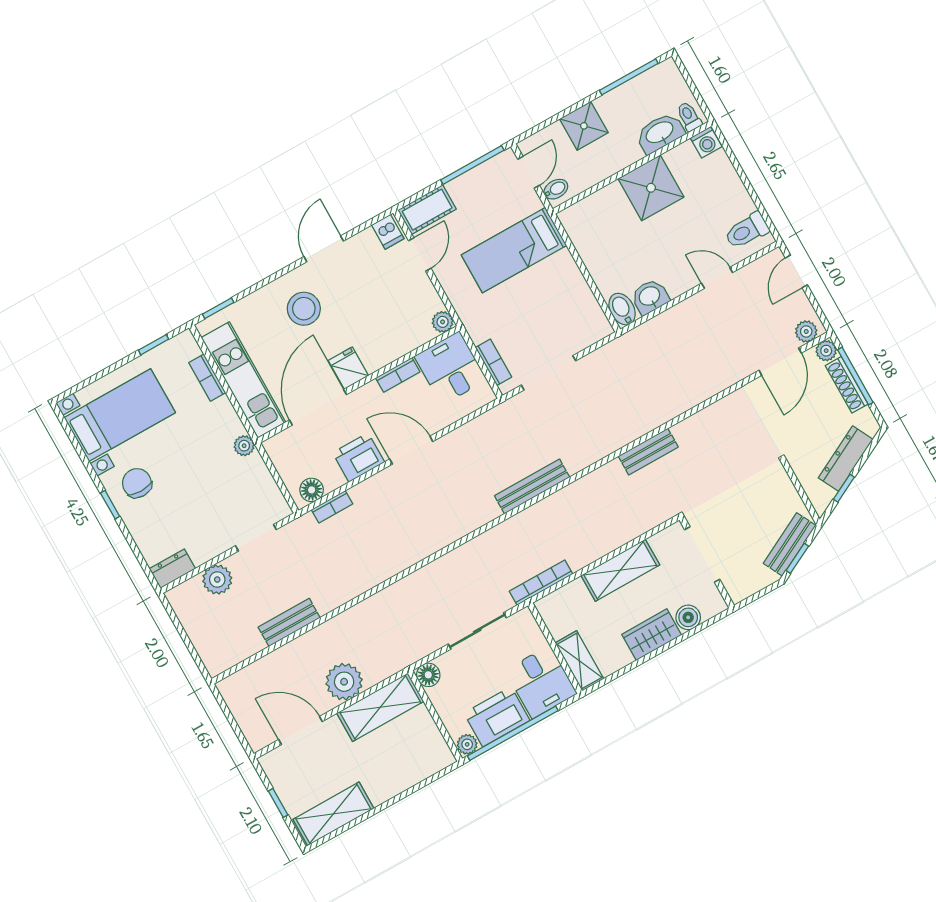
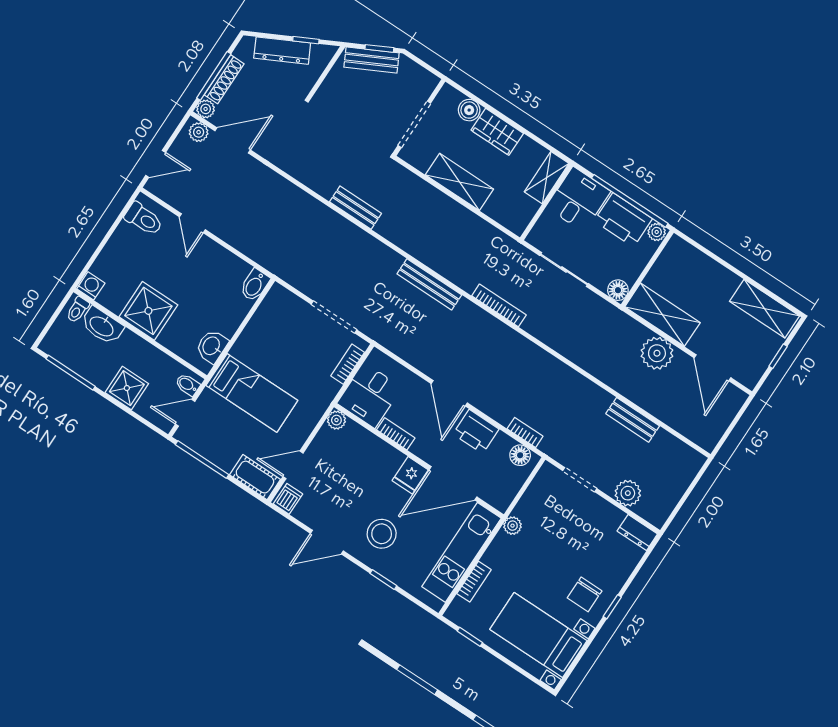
washbasin: (650, 297) -> (212, 346), moved, turned 90
window: (218, 308) -> (383, 580), moved
bookcase: (541, 583) -> (499, 305), moved, turned 180

